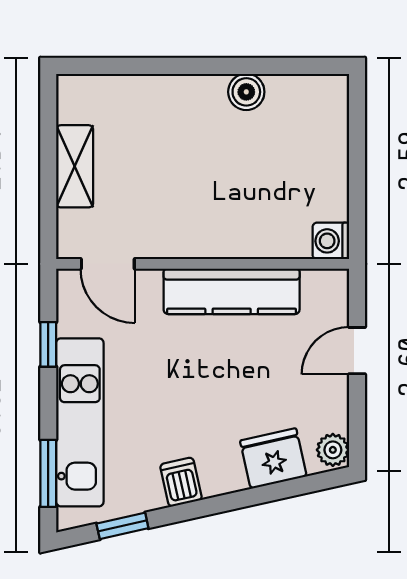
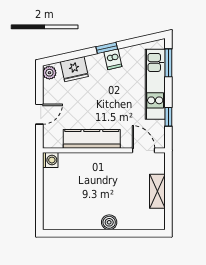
boiler: (246, 92) -> (109, 222), moved
window: (122, 526) -> (107, 48), moved

